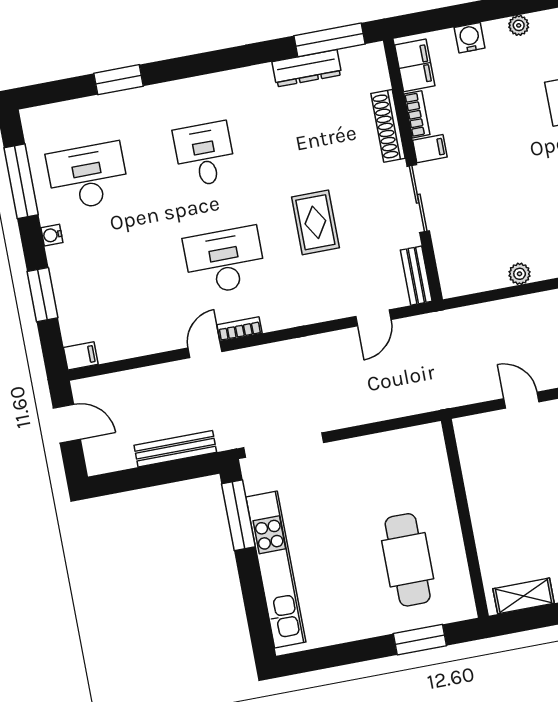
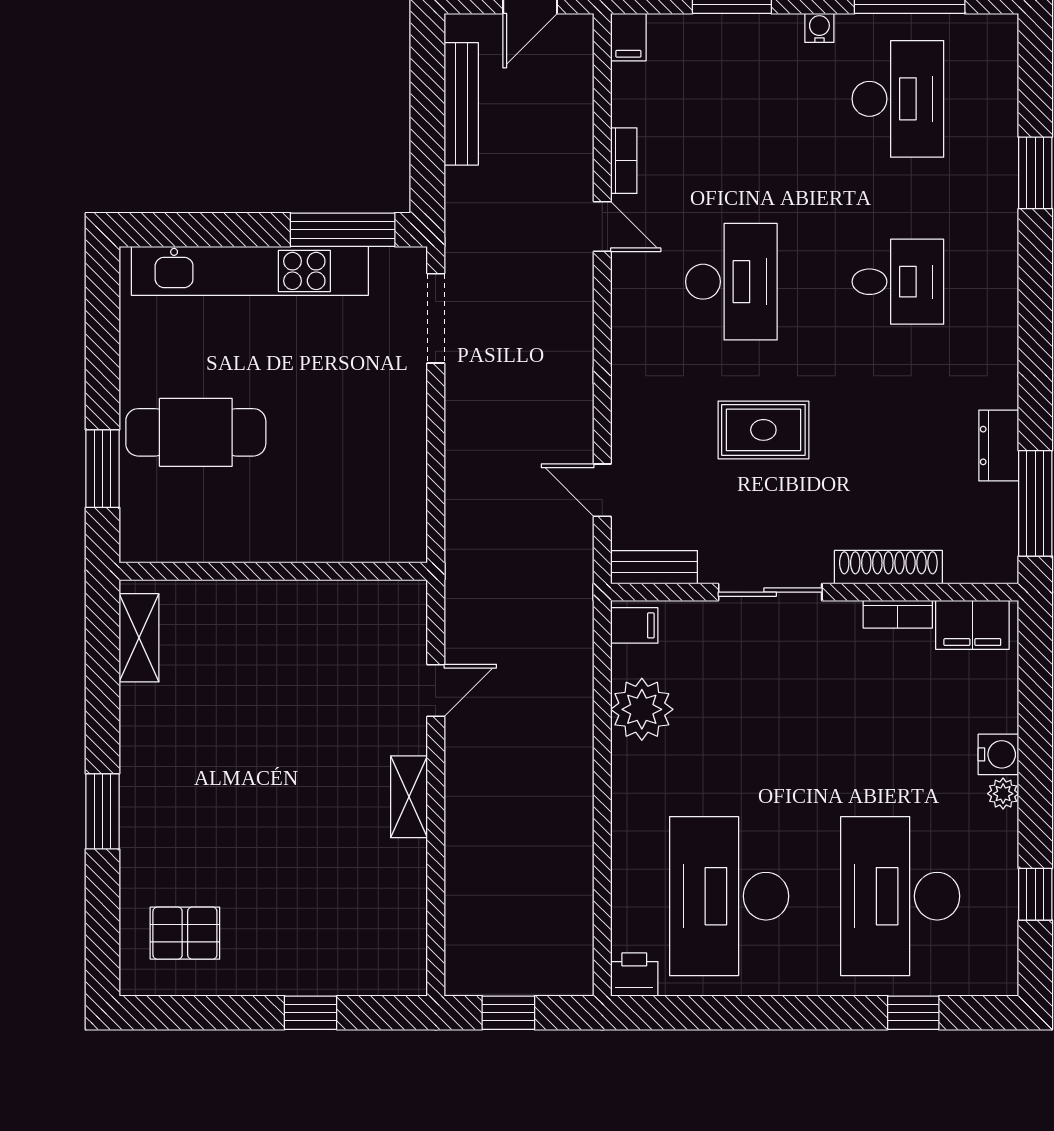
water cooler: (470, 38) -> (998, 754), moved
dresser: (307, 68) -> (999, 446), width x0.70
filing cabinet: (430, 149) -> (634, 625), moved, turned -90
plant: (520, 274) -> (642, 709), width x1.88, depth x1.88
bookcase: (239, 329) -> (624, 161), moved
doorway: (284, 445) -> (436, 318), width x0.73
bench: (175, 449) -> (461, 104), moved
cafe table: (408, 560) -> (196, 432), moved

